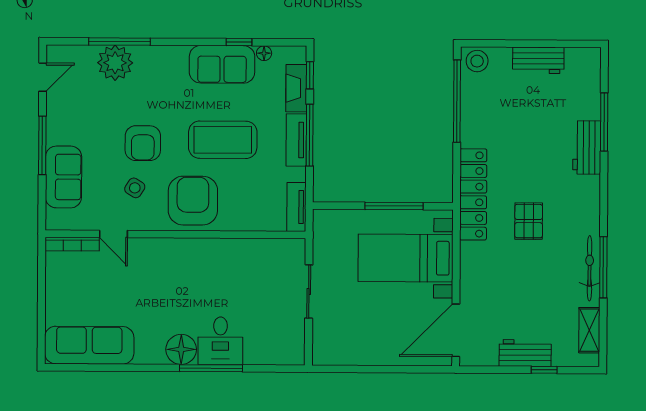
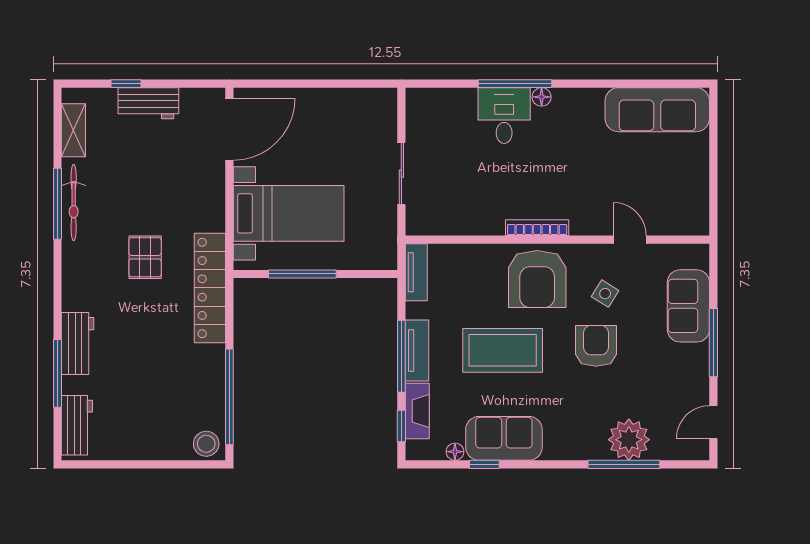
workbench: (538, 60) -> (77, 425), moved, turned 90
bookcase: (72, 244) -> (537, 228), moved
floor lamp: (181, 349) -> (542, 97), width x0.53, depth x0.53

